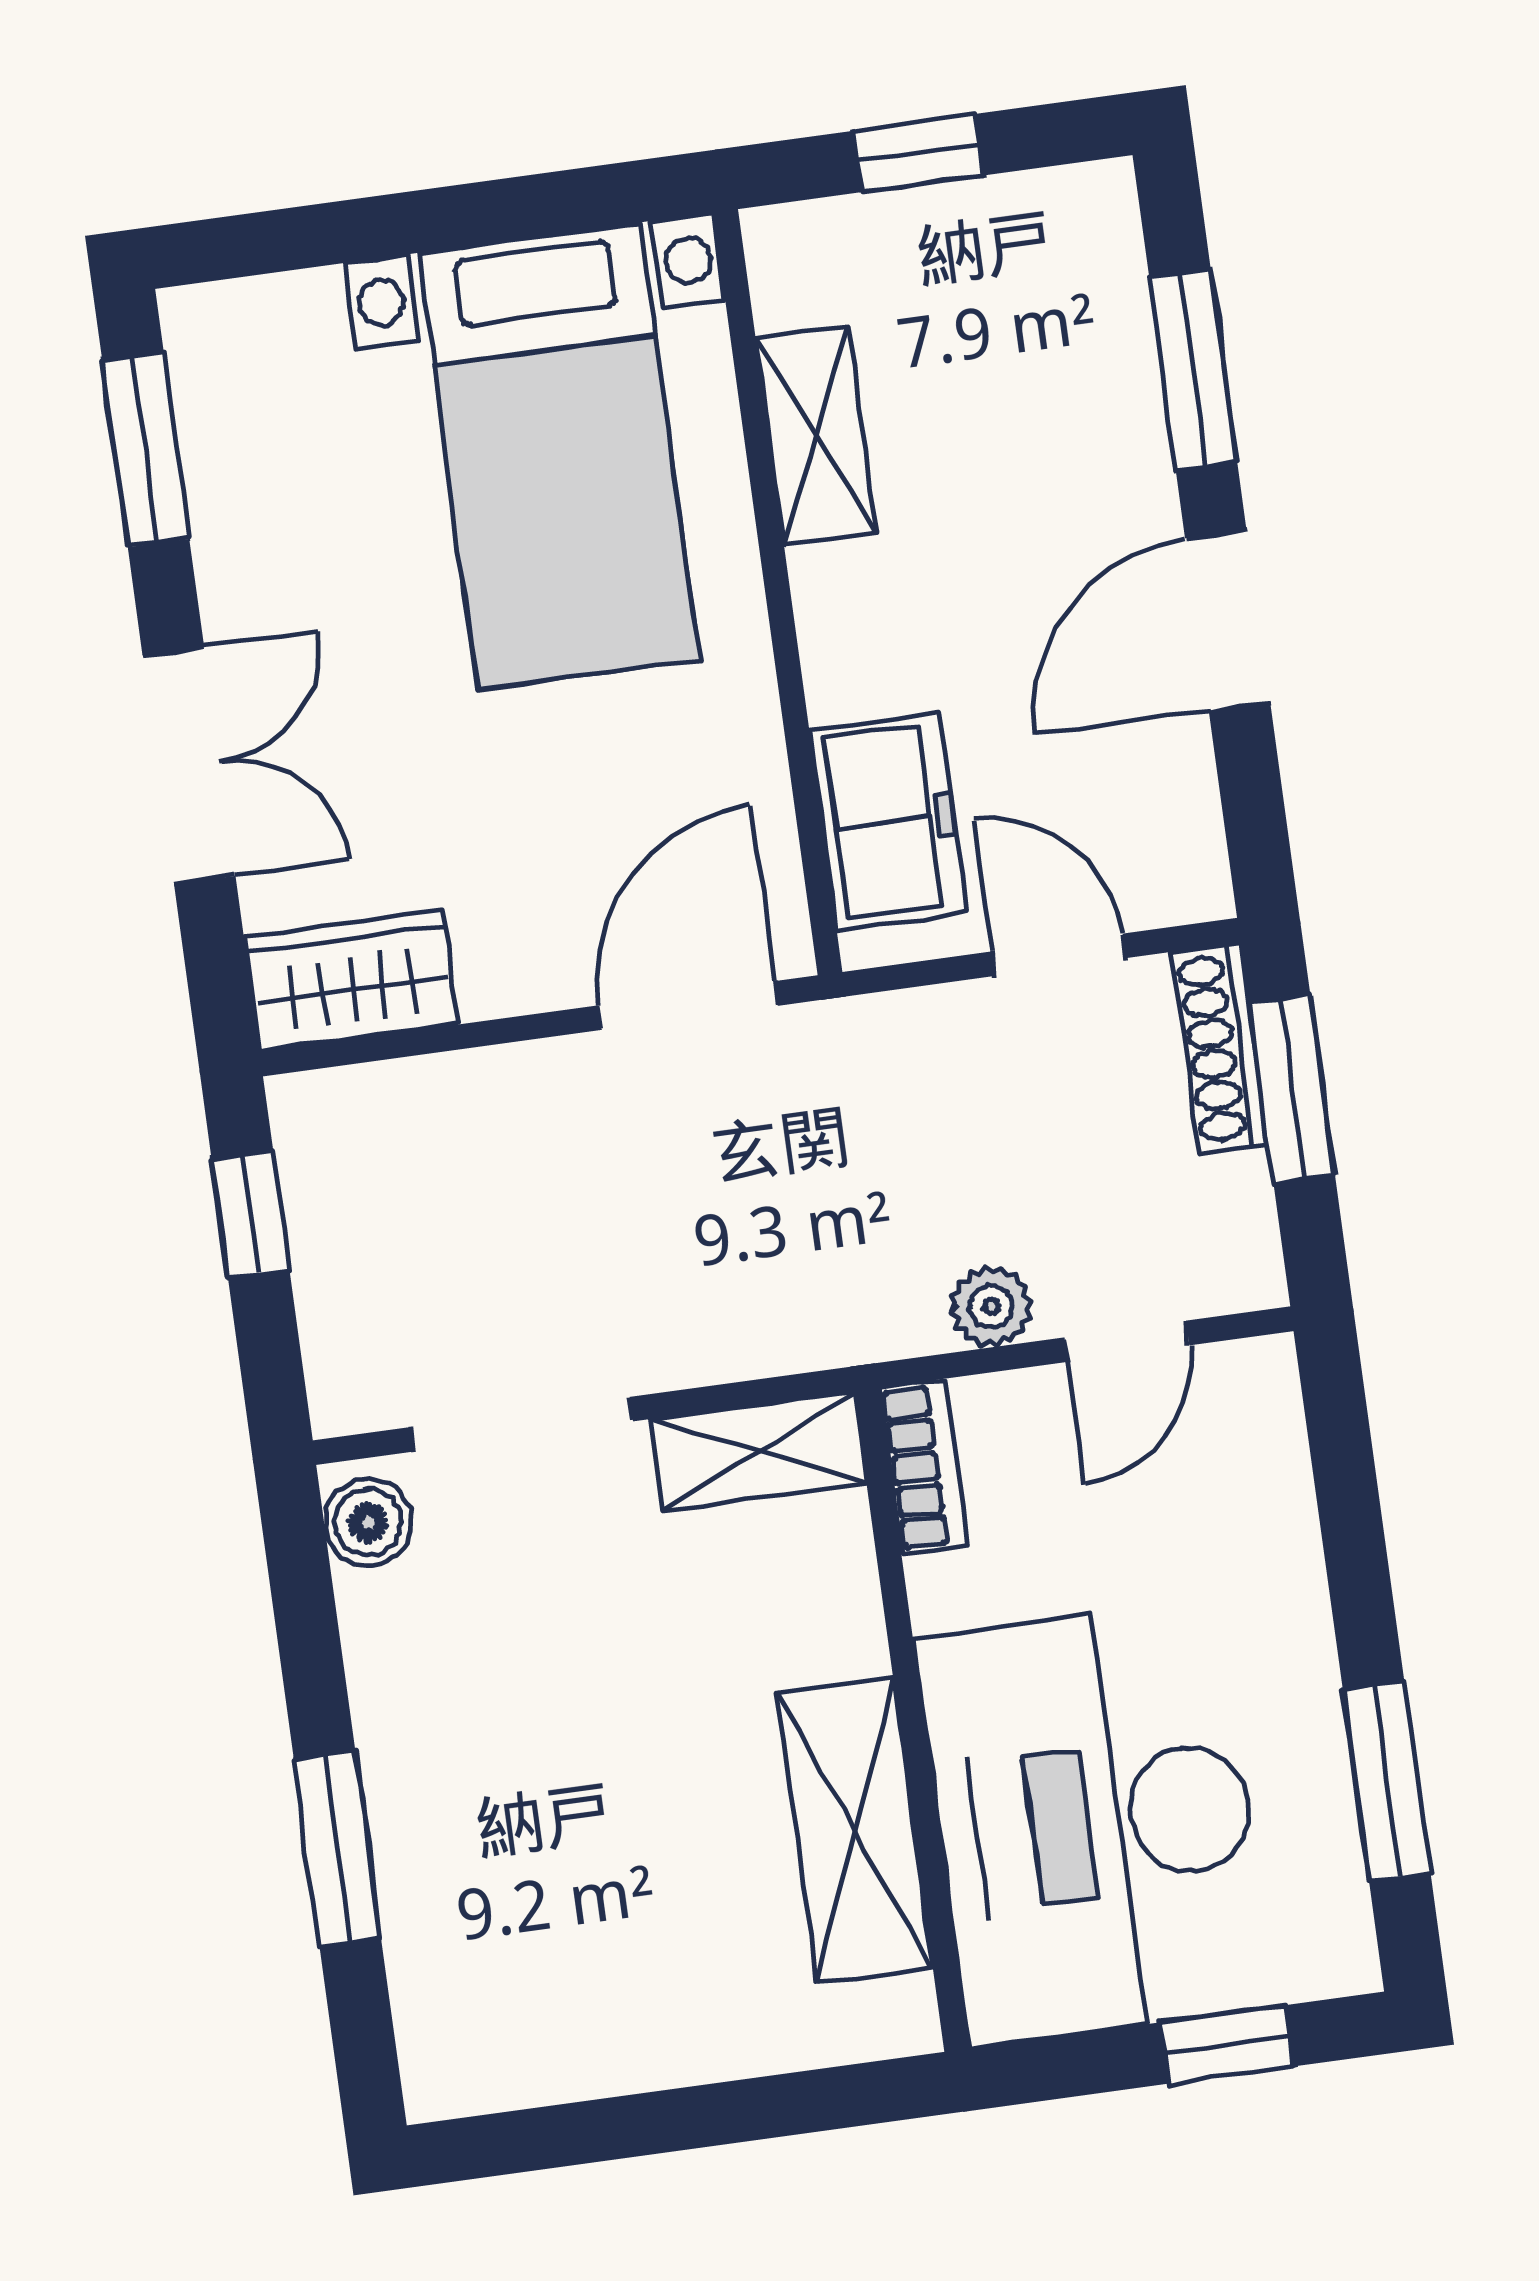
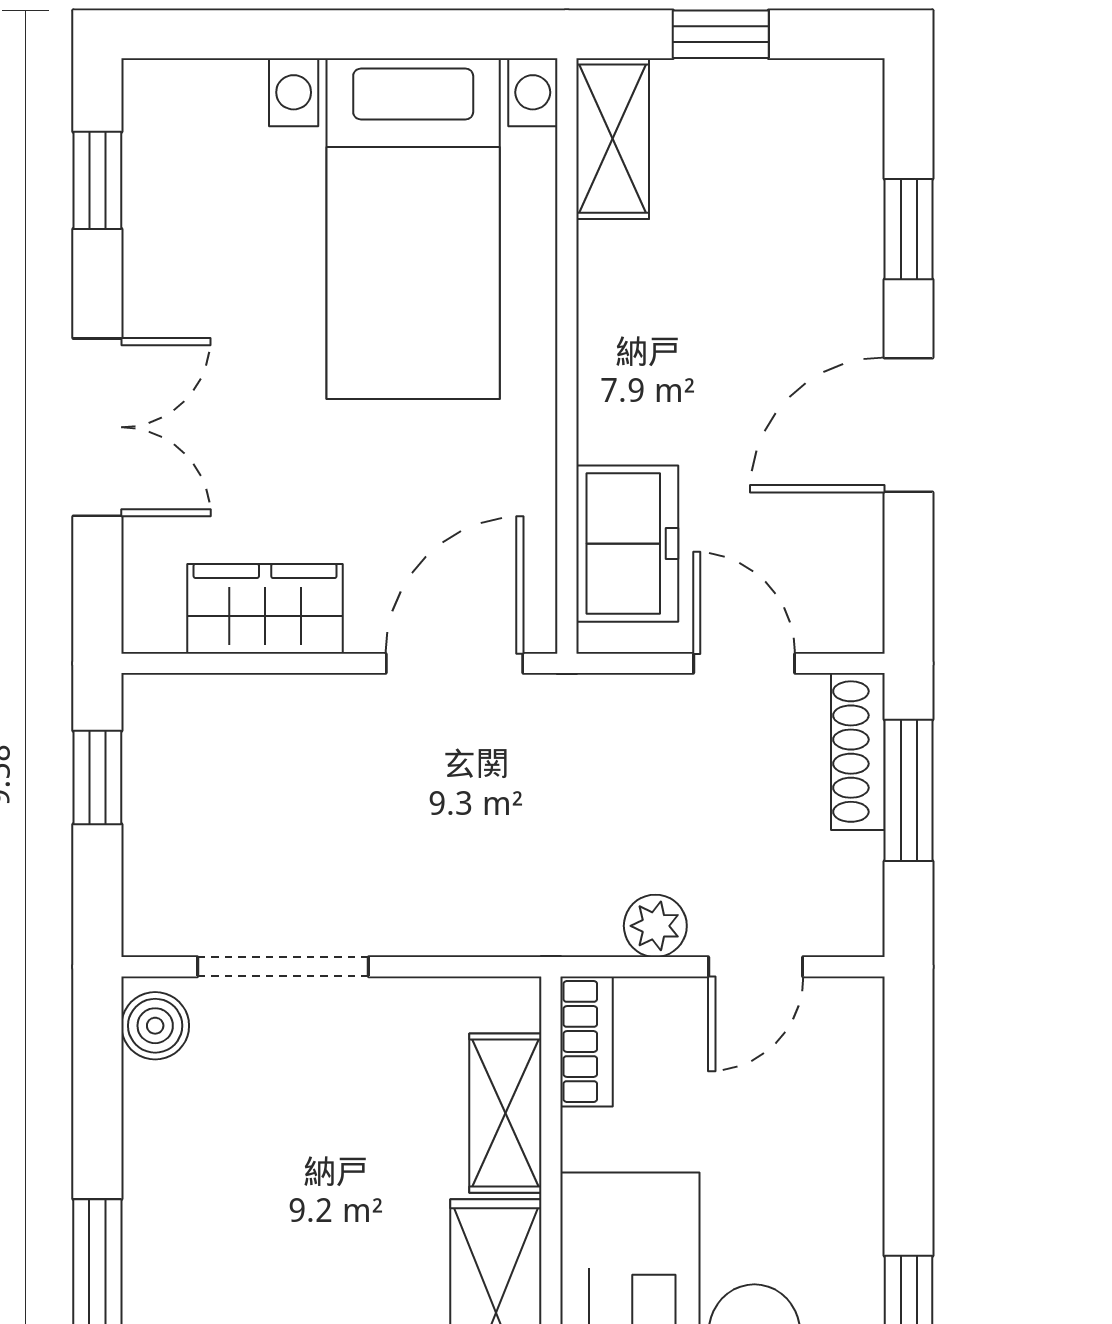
window: (1193, 370) -> (909, 229), width x0.67
shelving: (816, 435) -> (613, 139), moved
window: (146, 450) -> (97, 180), width x0.67
wardrobe: (351, 981) -> (265, 609), moved
shelving: (758, 1451) -> (505, 1113), moved, turned 90

